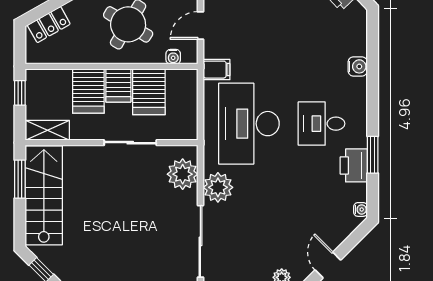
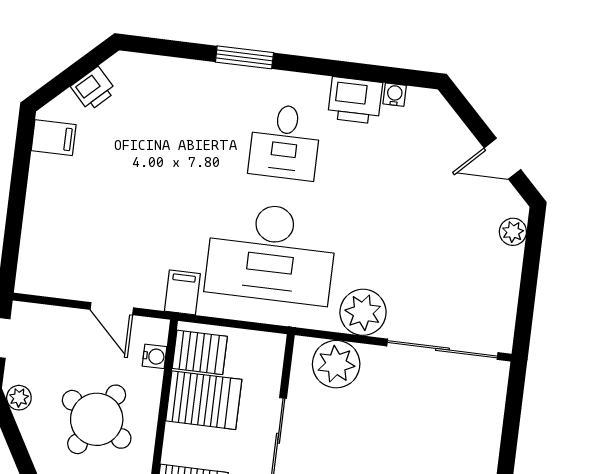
water cooler: (358, 66) -> (204, 76), removed
server rack: (118, 85) -> (200, 352), moved
window: (373, 155) -> (244, 57), moved
water cooler: (361, 209) -> (395, 95), moved

